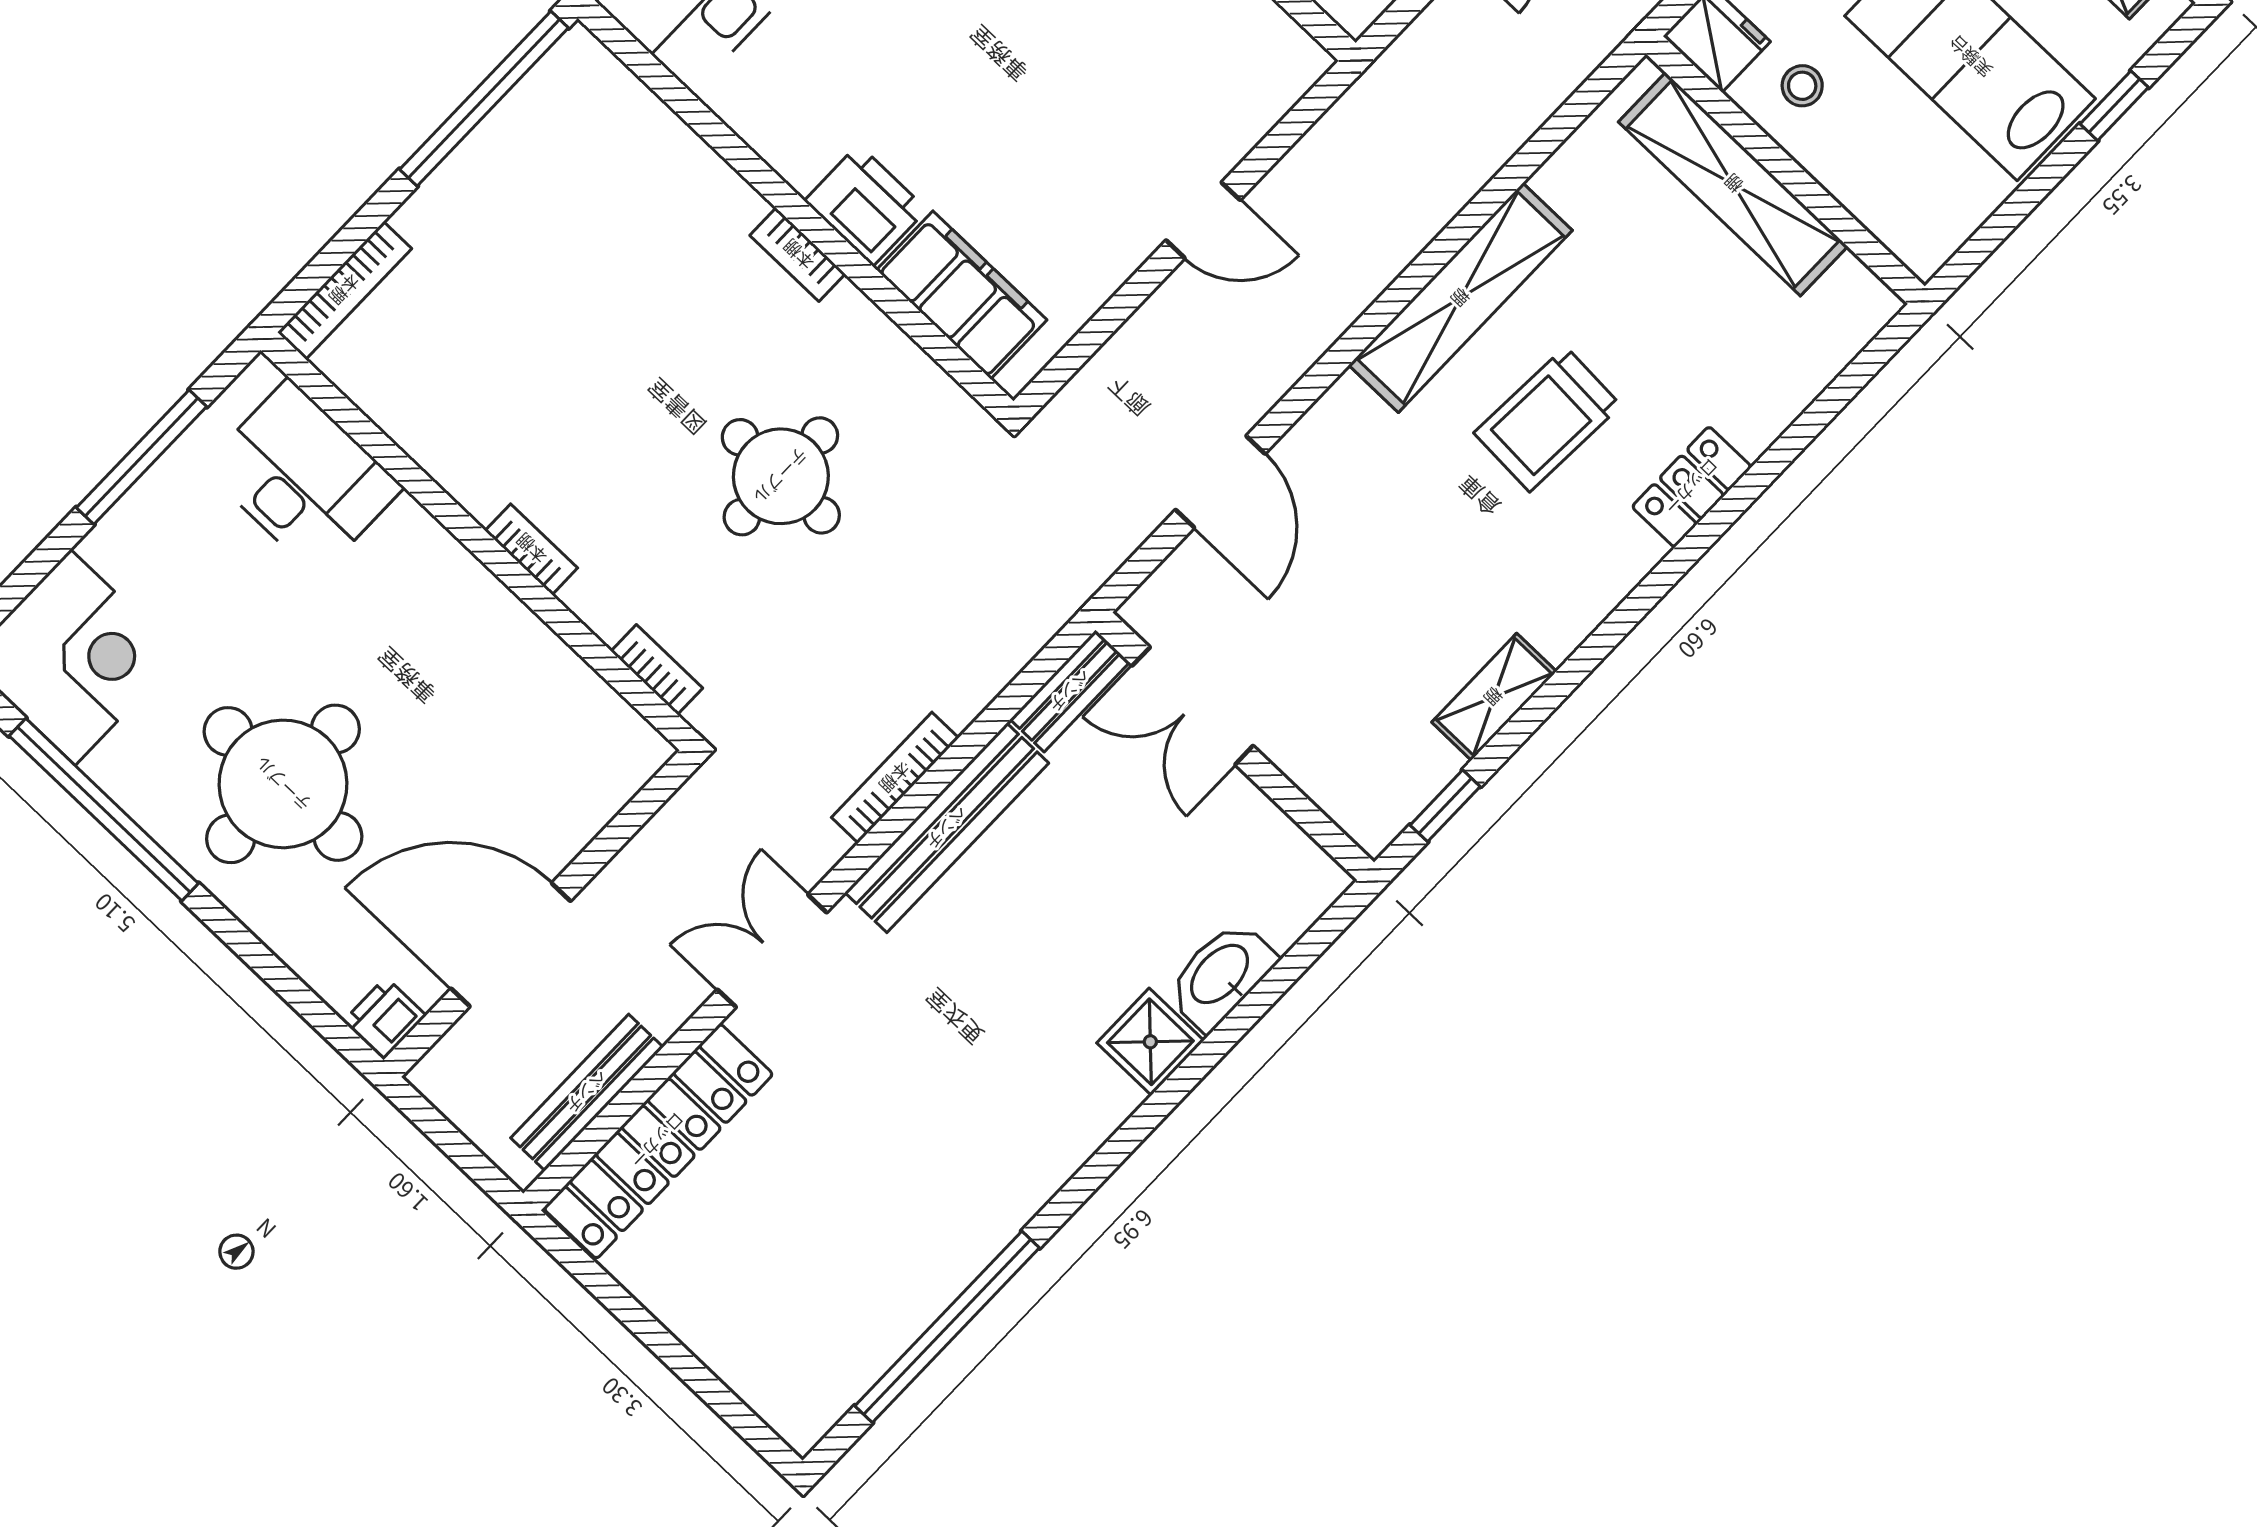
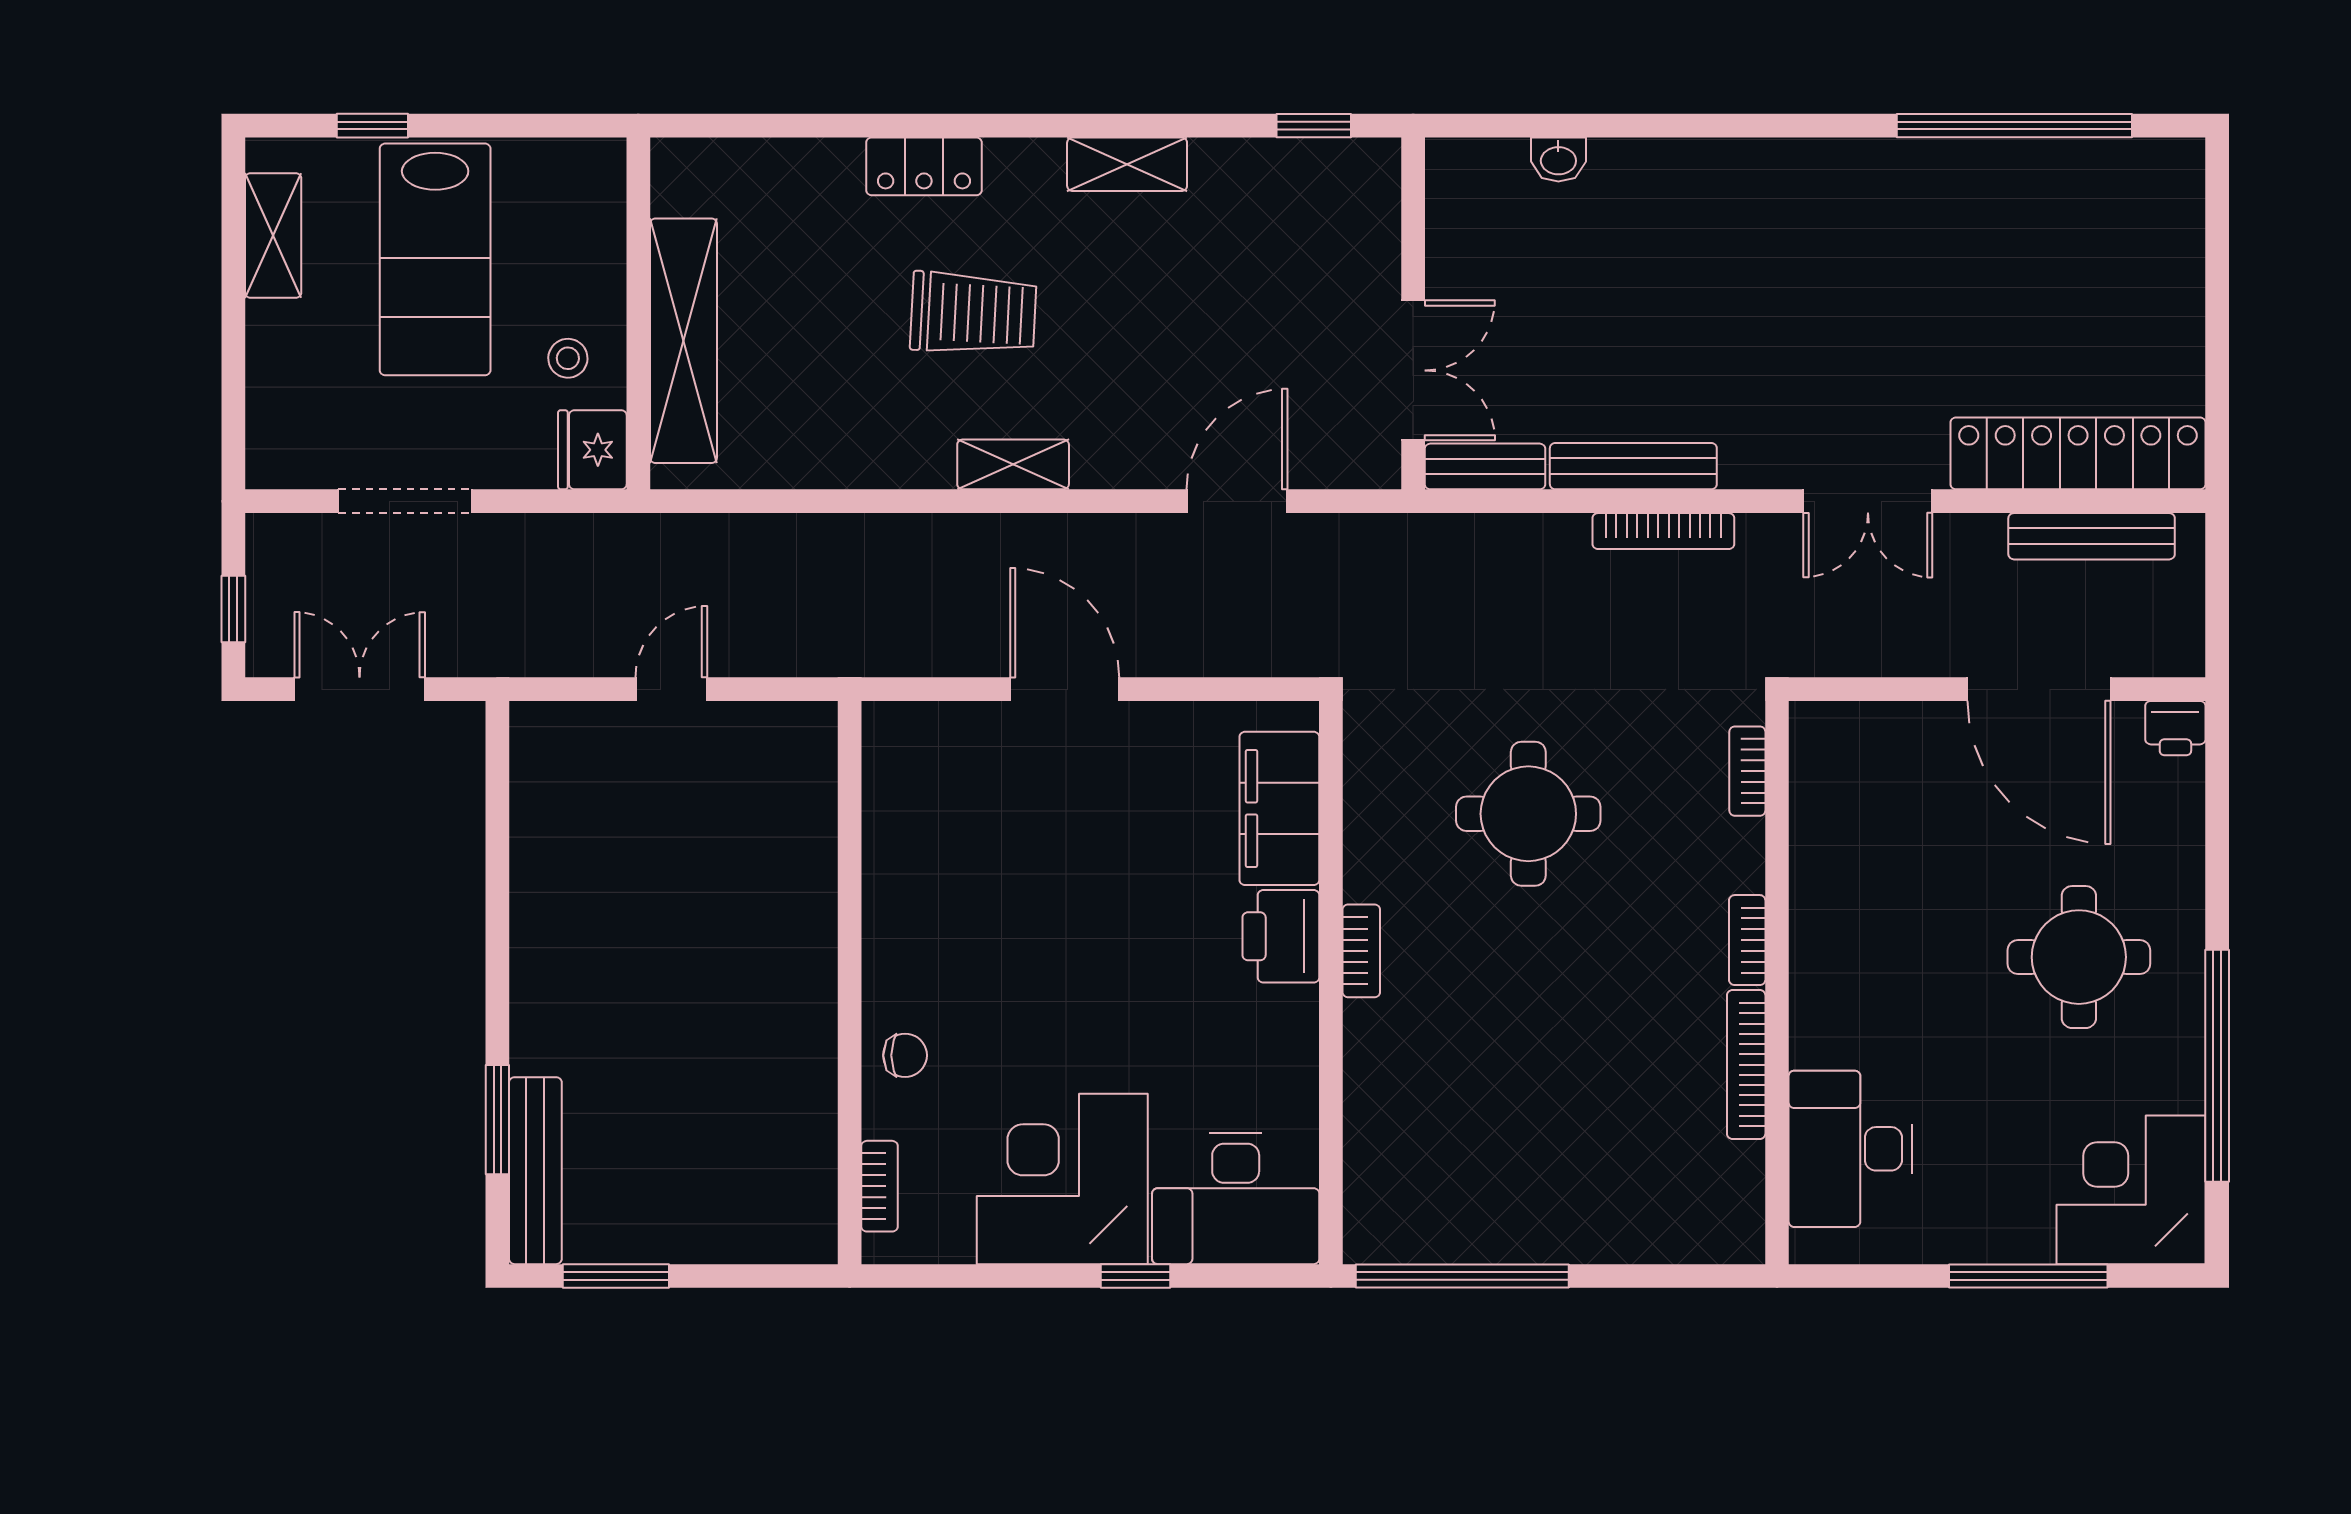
door: (1203, 220) -> (1065, 689), width x1.38
bookcase: (345, 290) -> (1746, 1065), moved, turned -90
shelving: (1461, 298) -> (1013, 464), width x0.45, depth x0.75
window: (141, 457) -> (2028, 1276), moved
shelving: (1494, 697) -> (1127, 164), moved
round table: (283, 784) -> (2079, 957), width x0.73, depth x0.73
bench: (947, 828) -> (1633, 466), width x0.73, depth x0.82
washbasin: (1221, 975) -> (1558, 159), width x0.52, depth x0.69
shower: (1150, 1042) -> (1678, 174), removed

